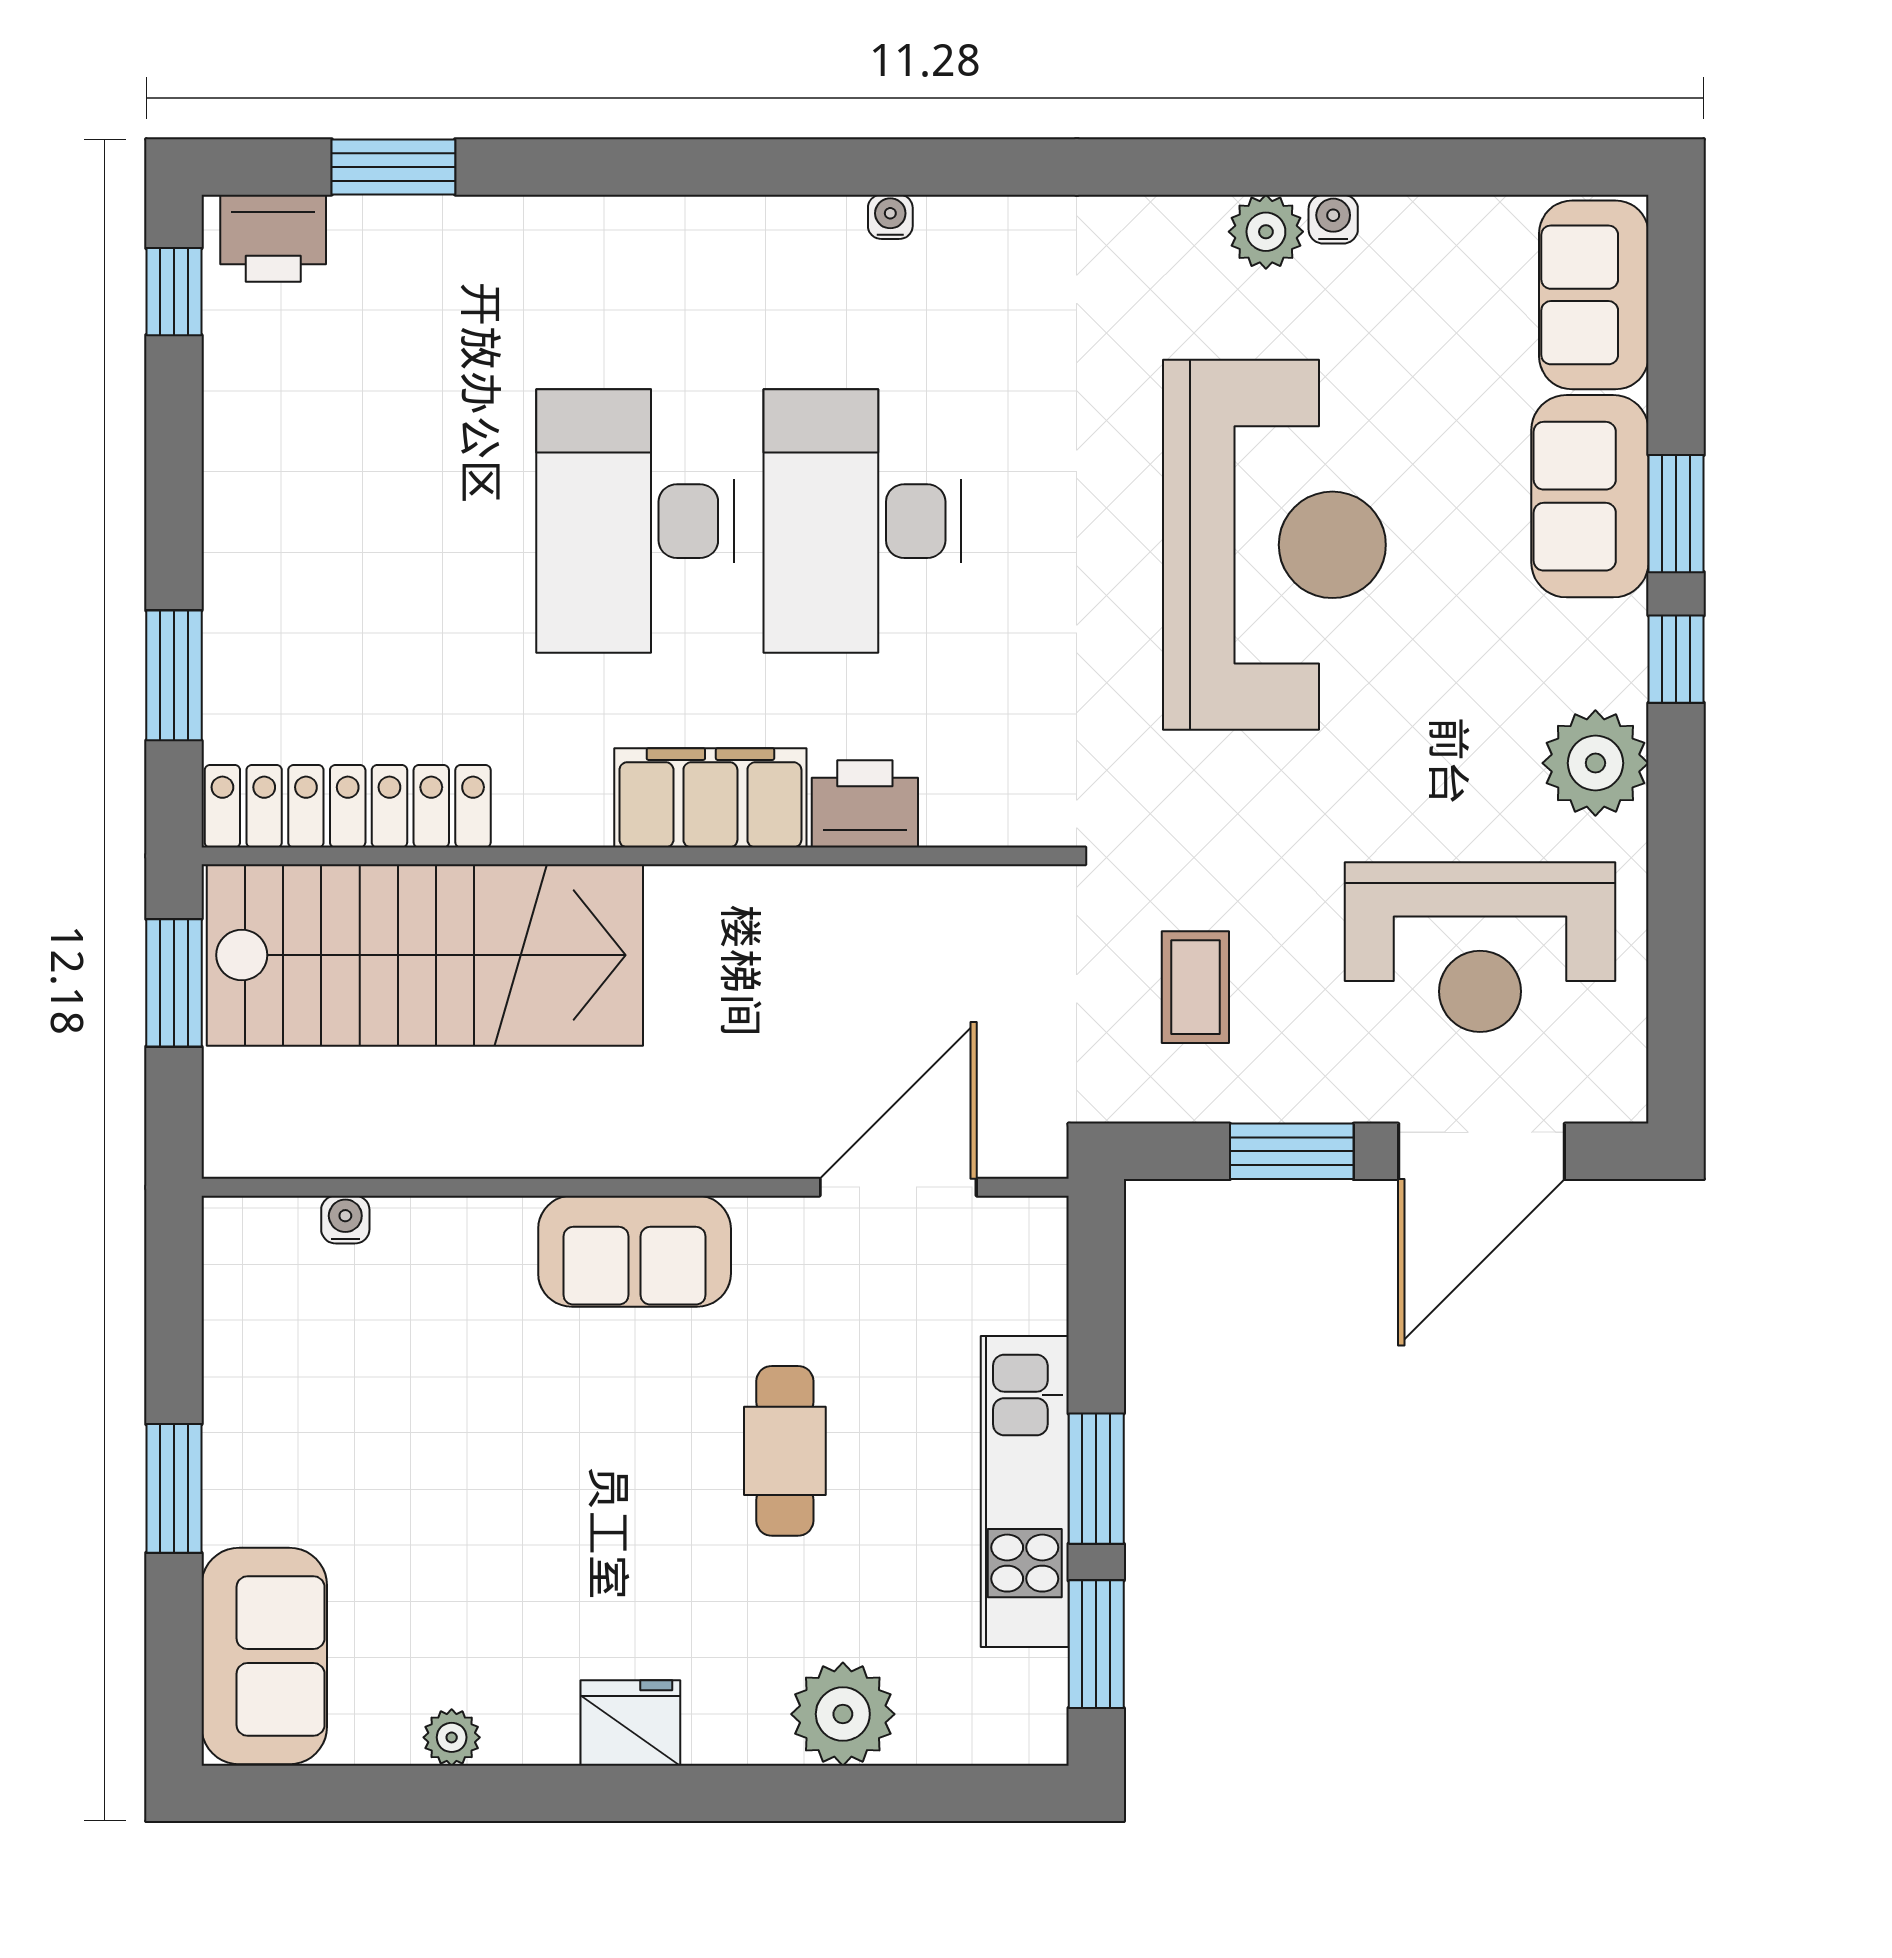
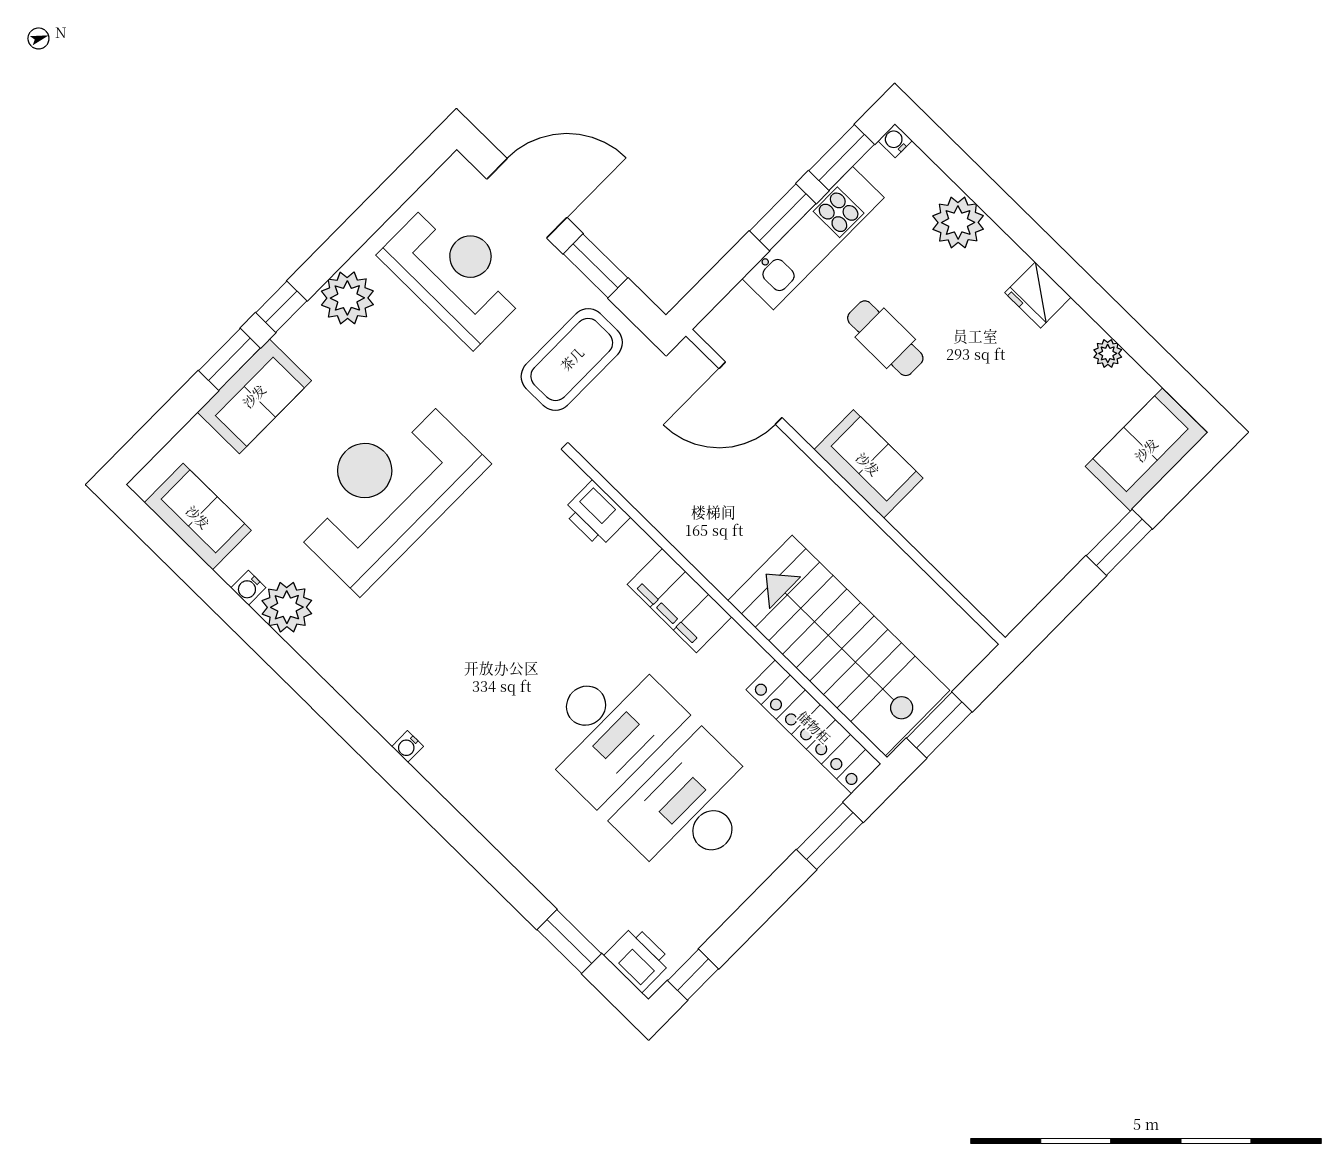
plant: (1266, 232) -> (287, 607), width x1.36, depth x1.36
sofa: (1594, 295) -> (198, 517), moved, turned -90
desk: (862, 521) -> (690, 808), moved, turned 180
printer: (865, 804) -> (596, 514), moved
coffee table: (1195, 987) -> (572, 359), width x1.86, depth x1.72
water cooler: (345, 1220) -> (895, 141), moved, turned 90
cafe table: (785, 1451) -> (885, 338), turned 90

